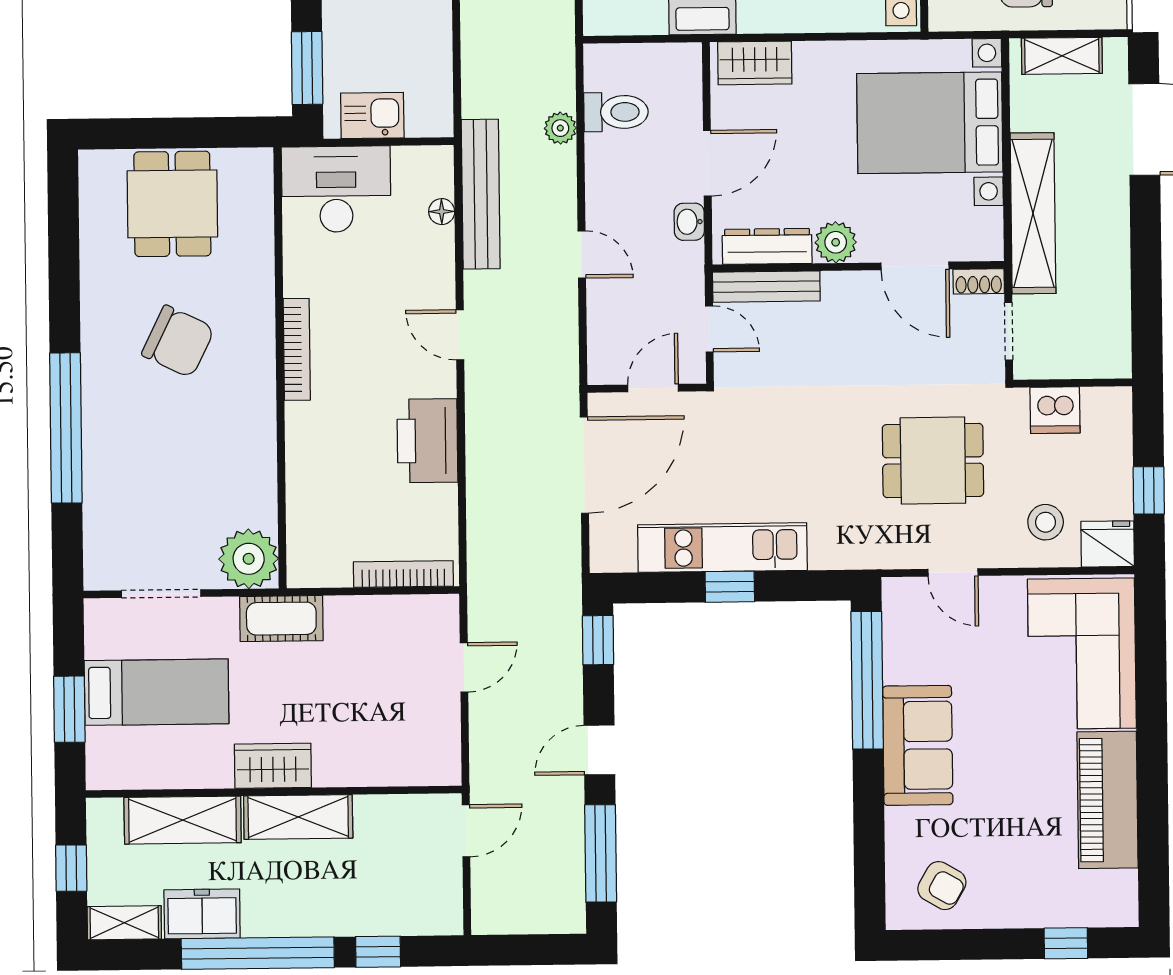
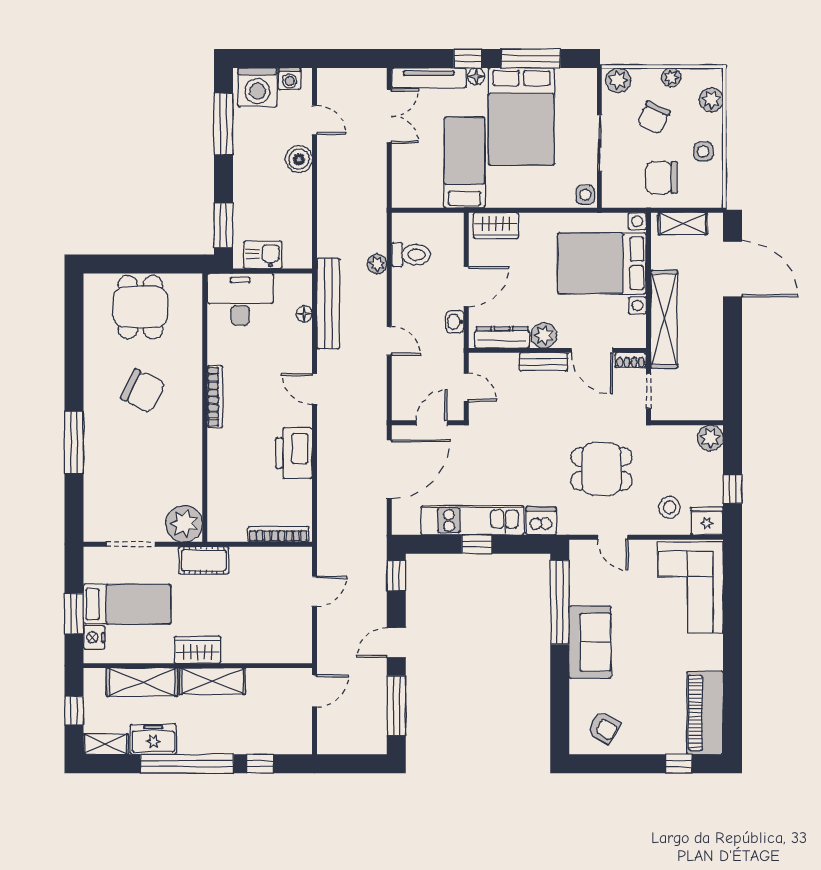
bench: (766, 287) -> (543, 362), moved, width x0.73
plant: (1111, 407) -> (710, 438), added
dishwasher: (1055, 410) -> (541, 521), moved, turned 180
window: (66, 428) -> (74, 443), width x0.68
nightstand: (103, 748) -> (94, 637), added
piano: (1107, 800) -> (705, 713), moved

